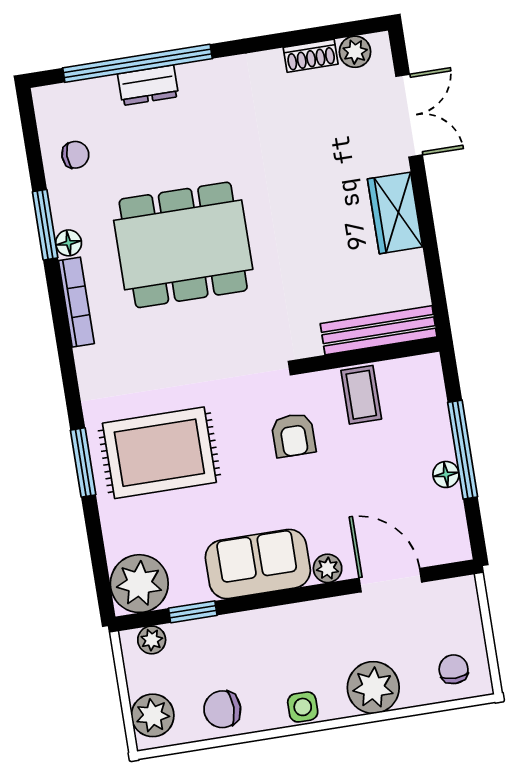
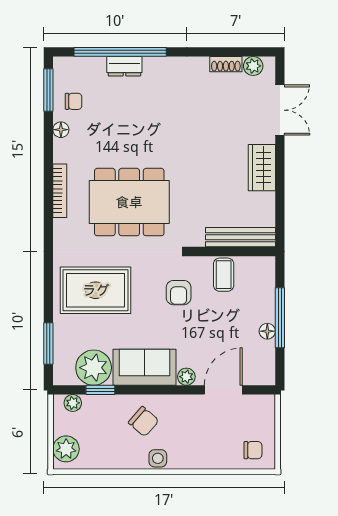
window: (45, 225) -> (48, 90), moved
floor lamp: (69, 243) -> (61, 130), moved
dining table: (183, 245) -> (129, 202), moved
window: (83, 462) -> (48, 344), moved
door: (390, 580) -> (223, 390), hinge flipped
plant: (139, 584) -> (94, 368), moved
chair: (454, 669) -> (253, 450), turned 90
plant: (373, 688) -> (202, 453), removed
chair: (222, 709) -> (144, 422), moved, turned -139

